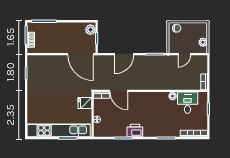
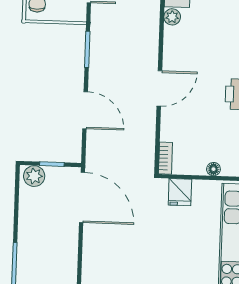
door: (81, 54) -> (82, 197), hinge flipped
door: (119, 91) -> (159, 88), moved

